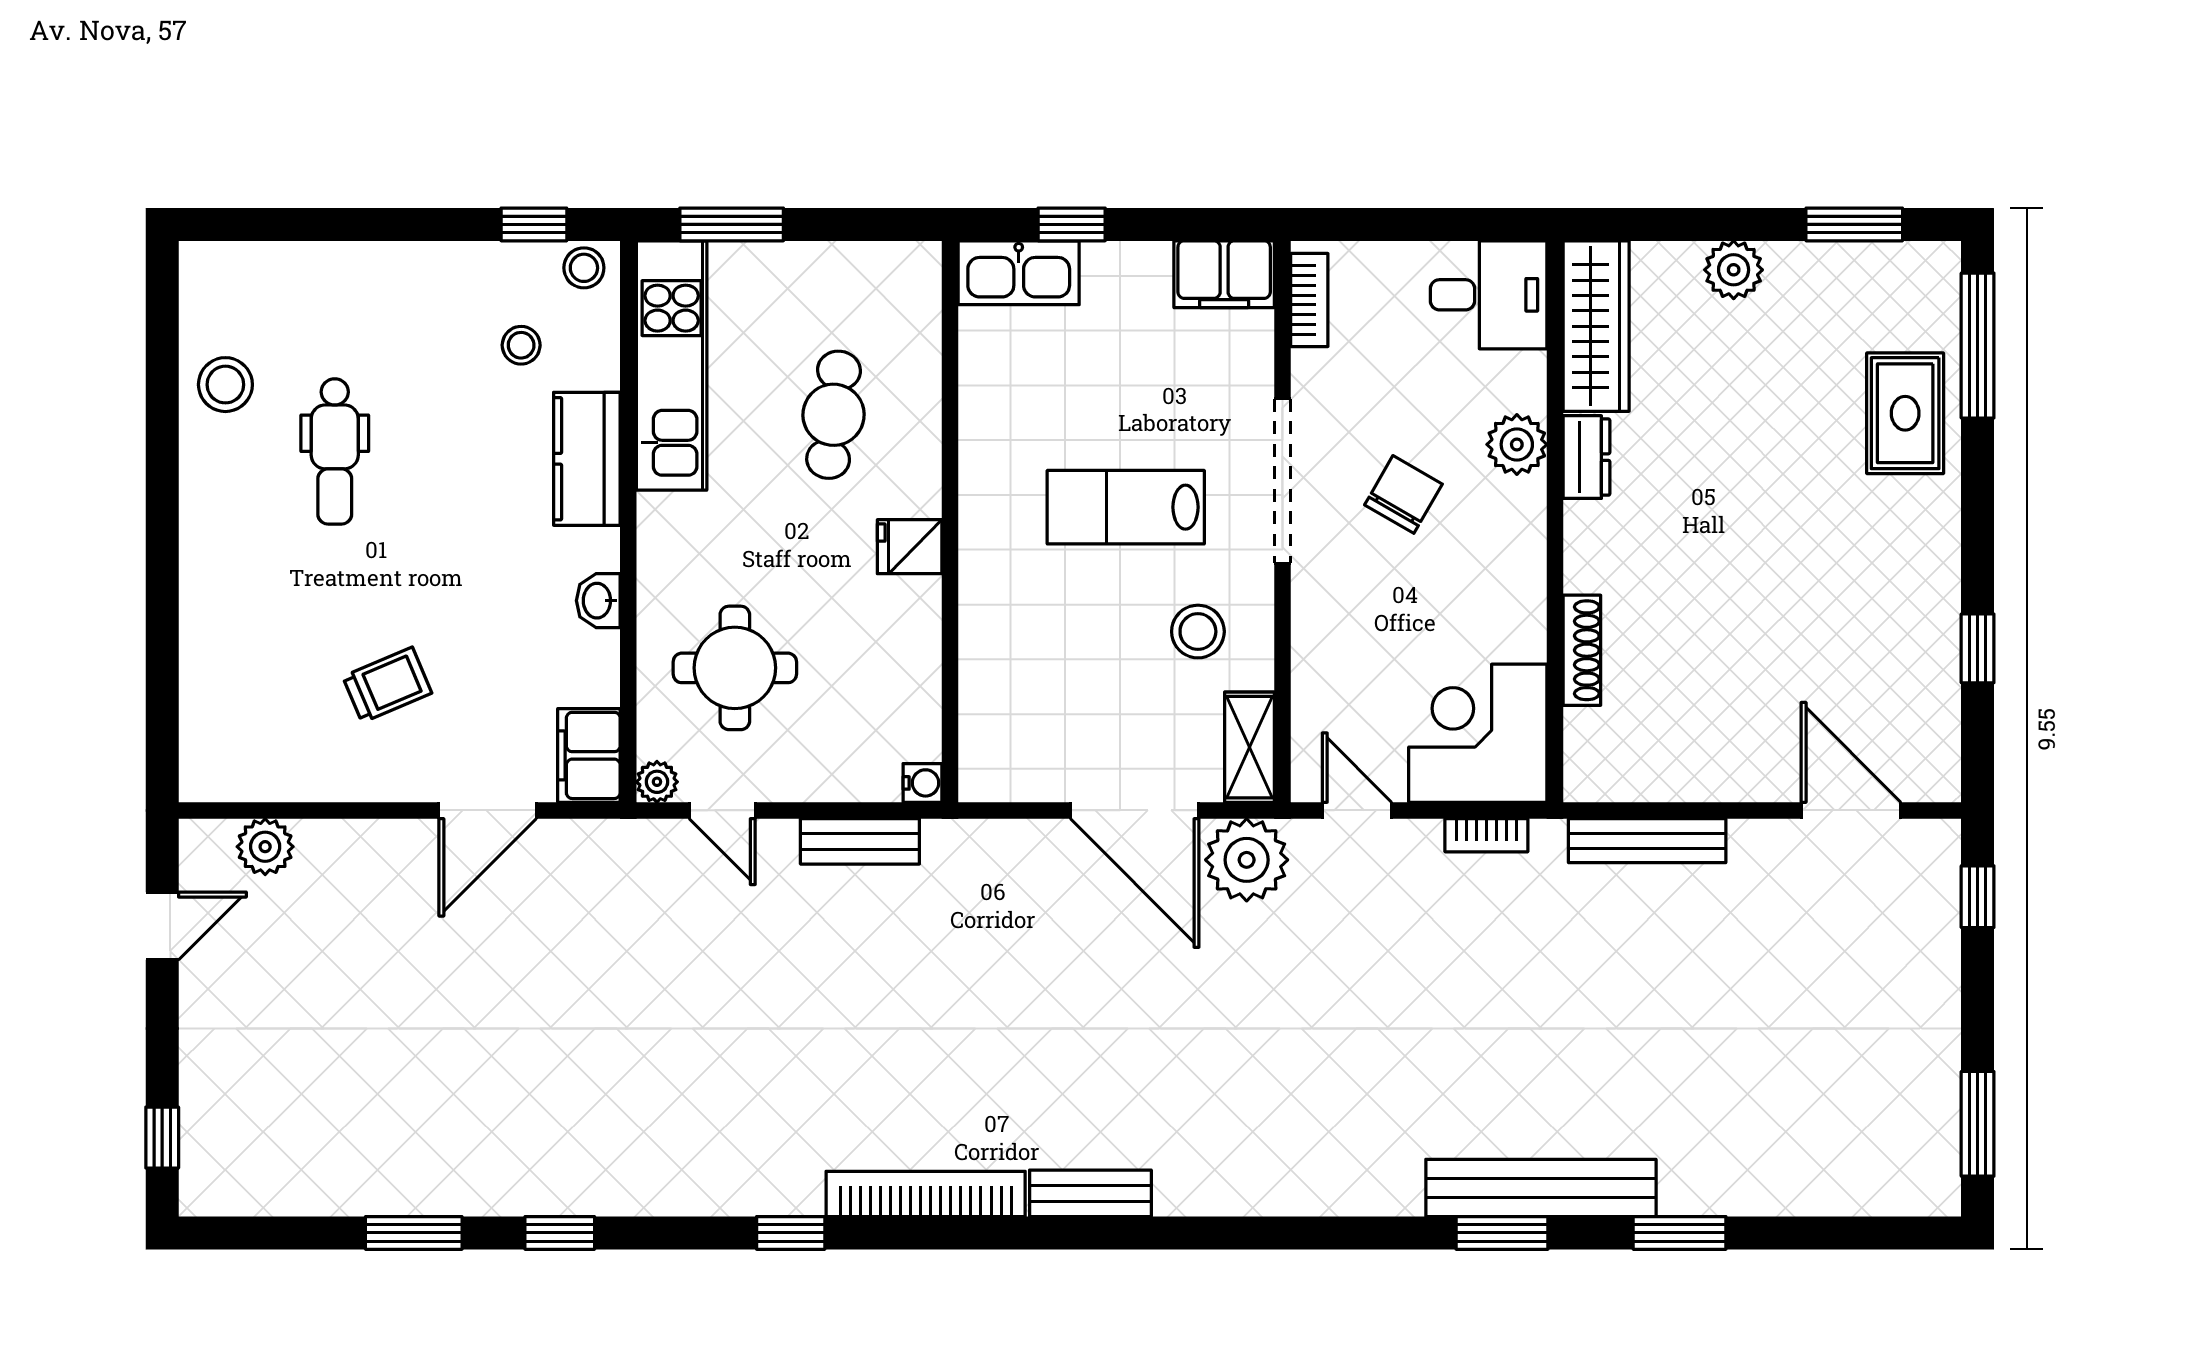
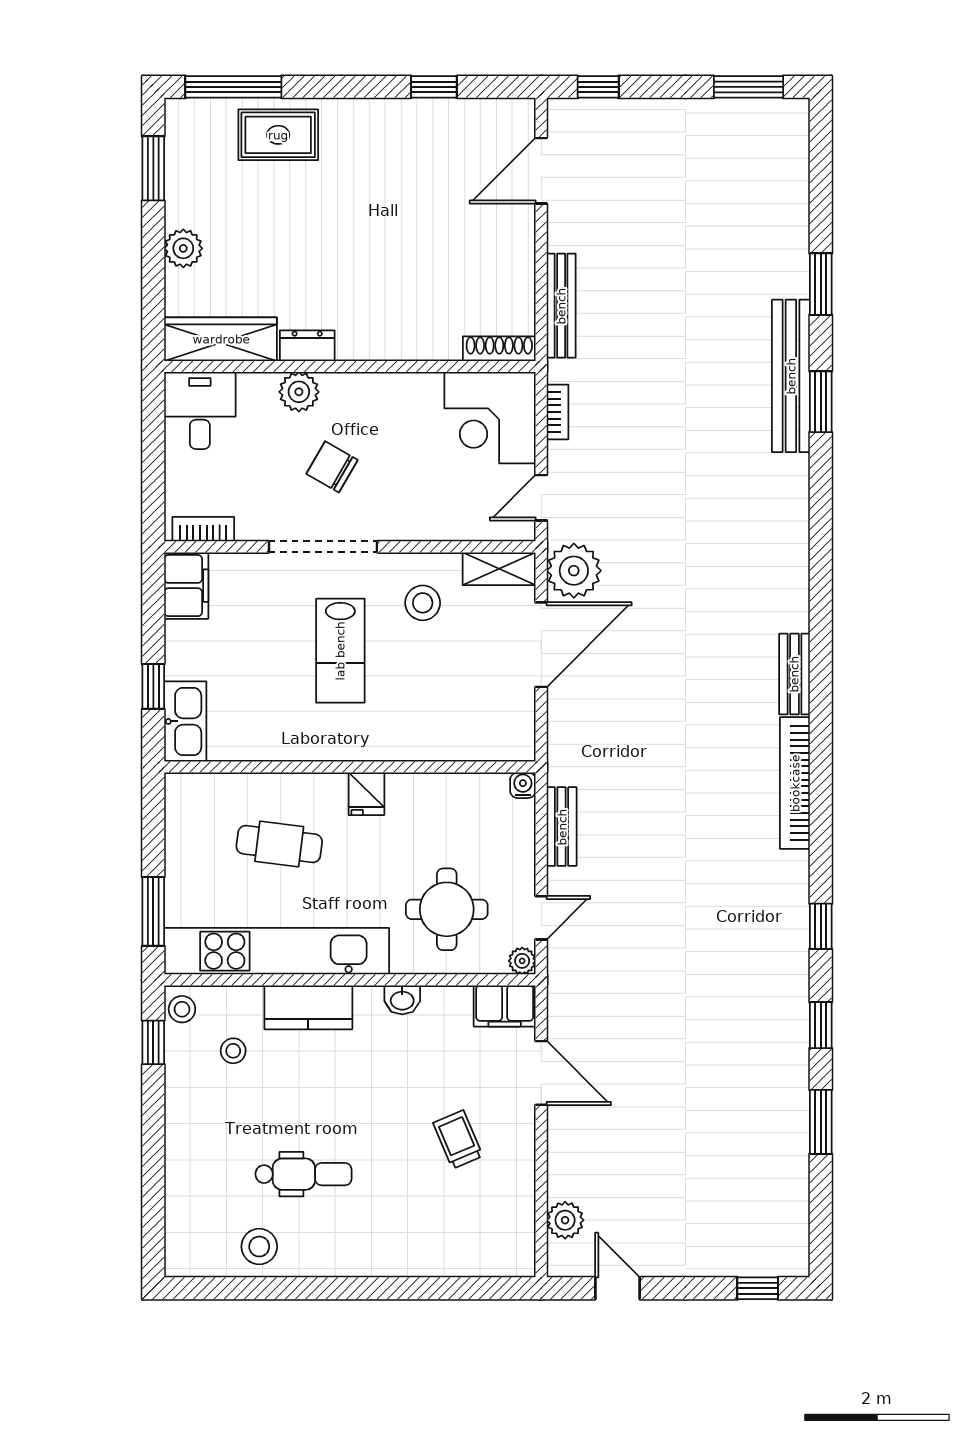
kitchen unit: (672, 365) -> (277, 951), width x1.36
shoe rack: (1582, 650) -> (499, 349), moved
window: (791, 1233) -> (821, 926), moved

